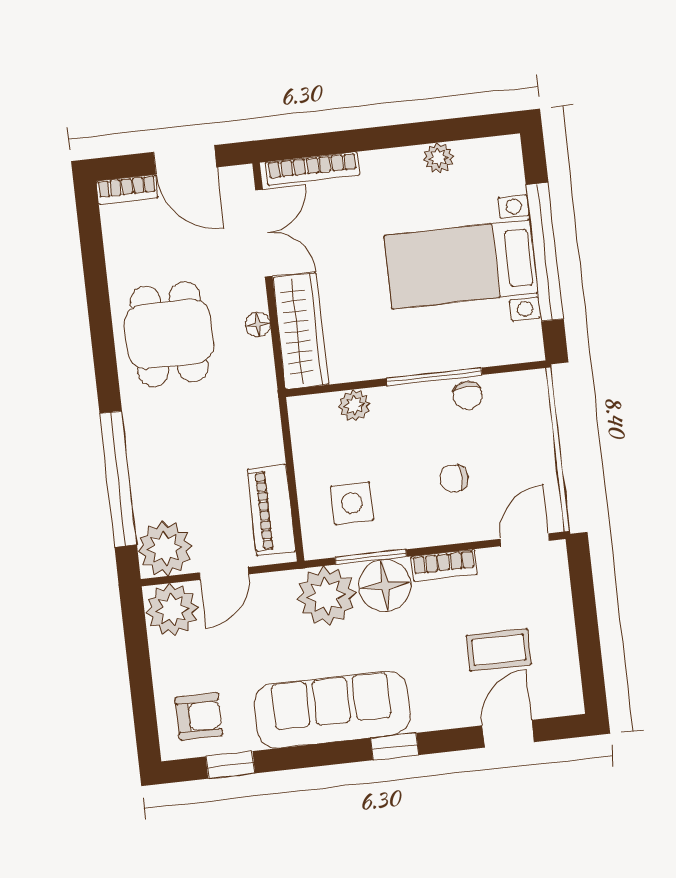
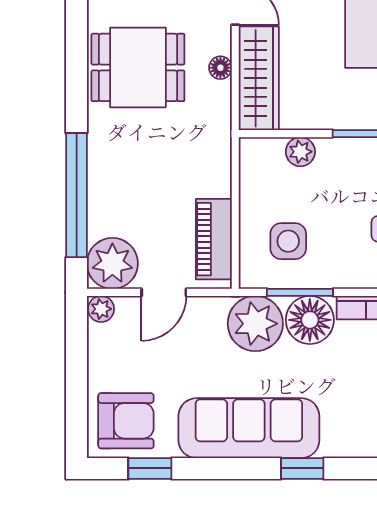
dining table: (169, 334) -> (138, 67), turned 90
plant: (172, 610) -> (101, 309), width x0.53, depth x0.53
armchair: (199, 716) -> (126, 421), width x1.38, depth x1.38

